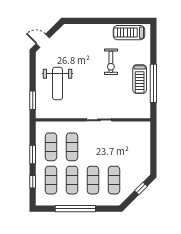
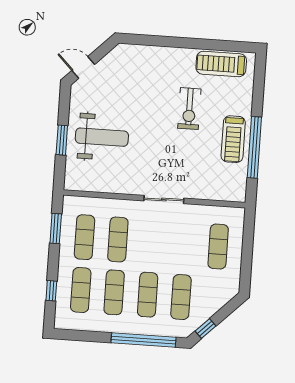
weight bench: (57, 84) -> (102, 137), turned -90
window: (33, 100) -> (62, 140), moved
exercise mat: (135, 147) -> (218, 246), added
window: (33, 154) -> (56, 229), moved
window: (141, 188) -> (206, 329), moved
window: (75, 209) -> (144, 340), moved

